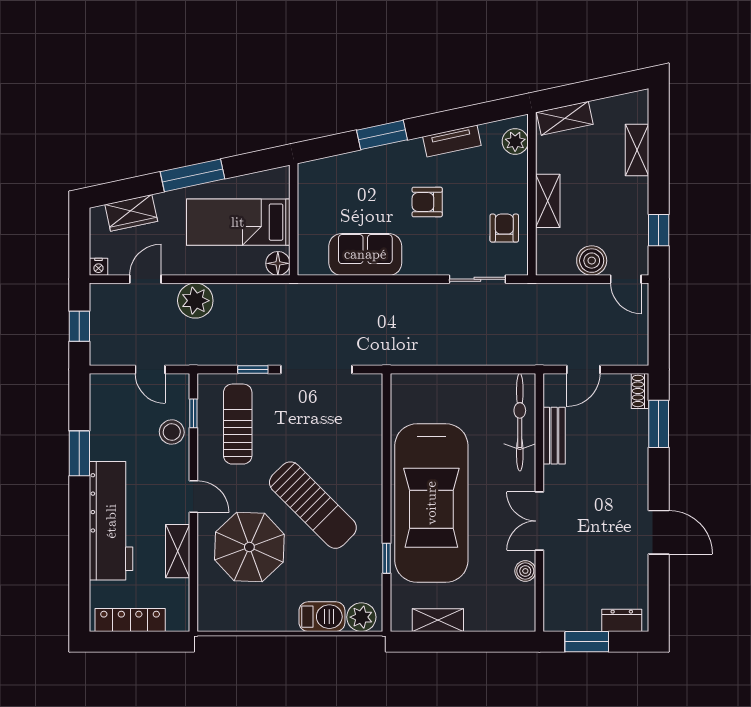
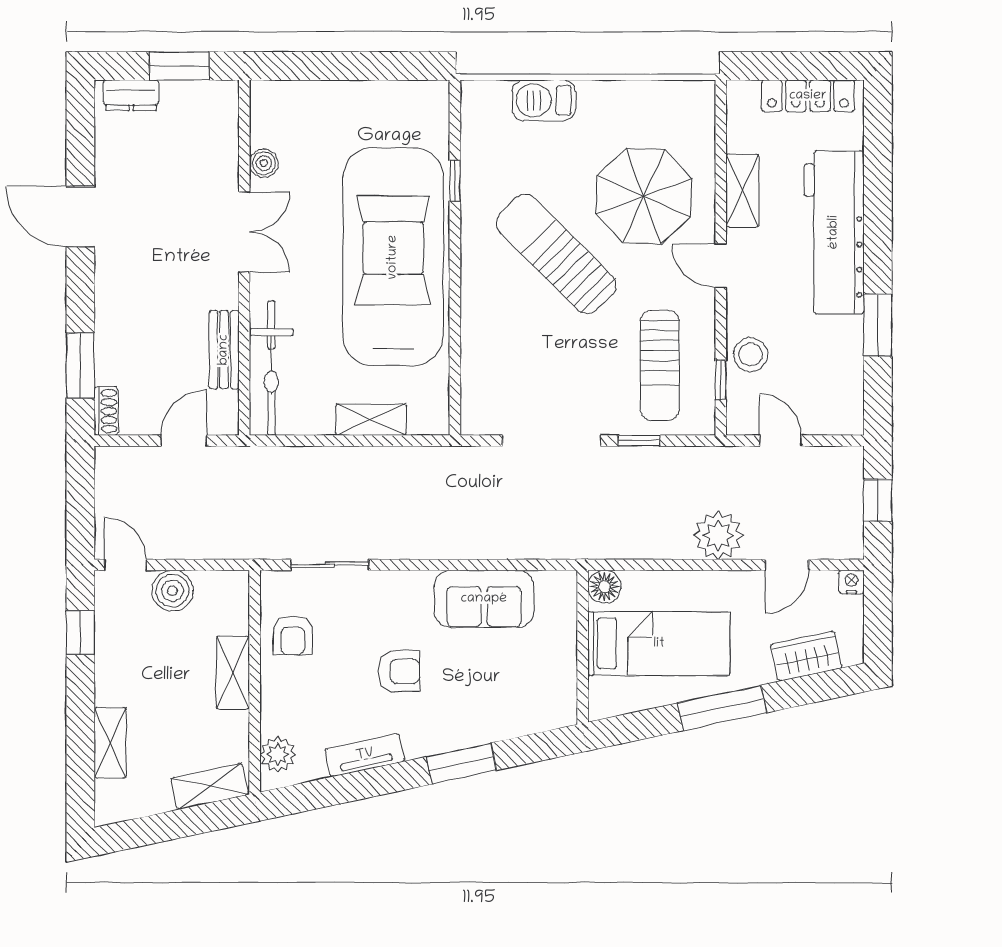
plant: (361, 617) -> (490, 100), removed
shelving: (438, 620) -> (371, 420), moved

